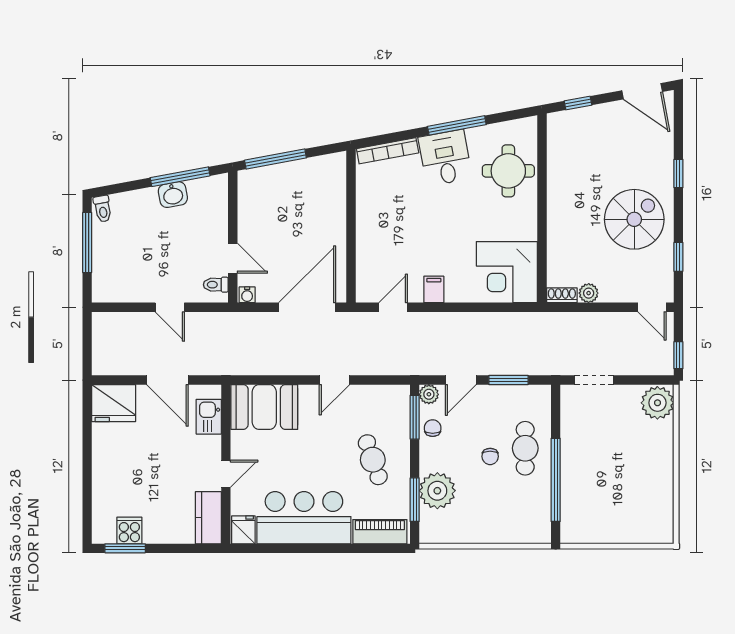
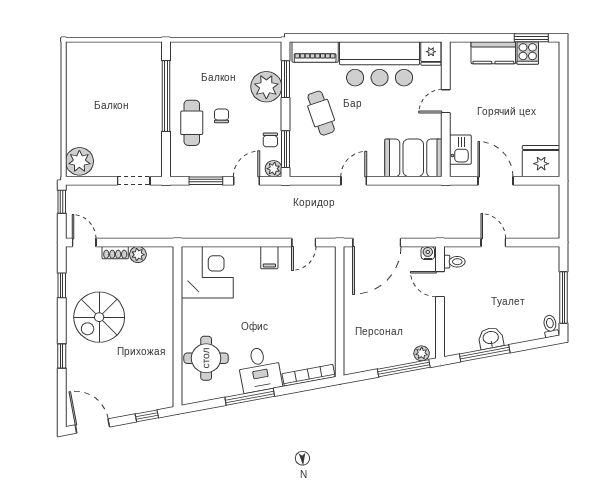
plant: (254, 177) -> (422, 353), added
shoe rack: (562, 295) -> (115, 253), moved
kitchen counter: (208, 518) -> (493, 53), moved, turned 90

